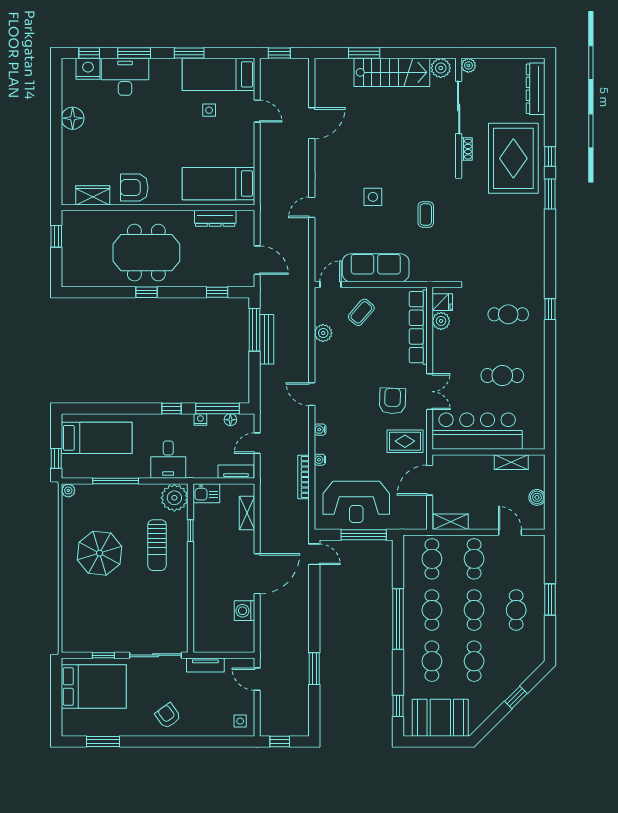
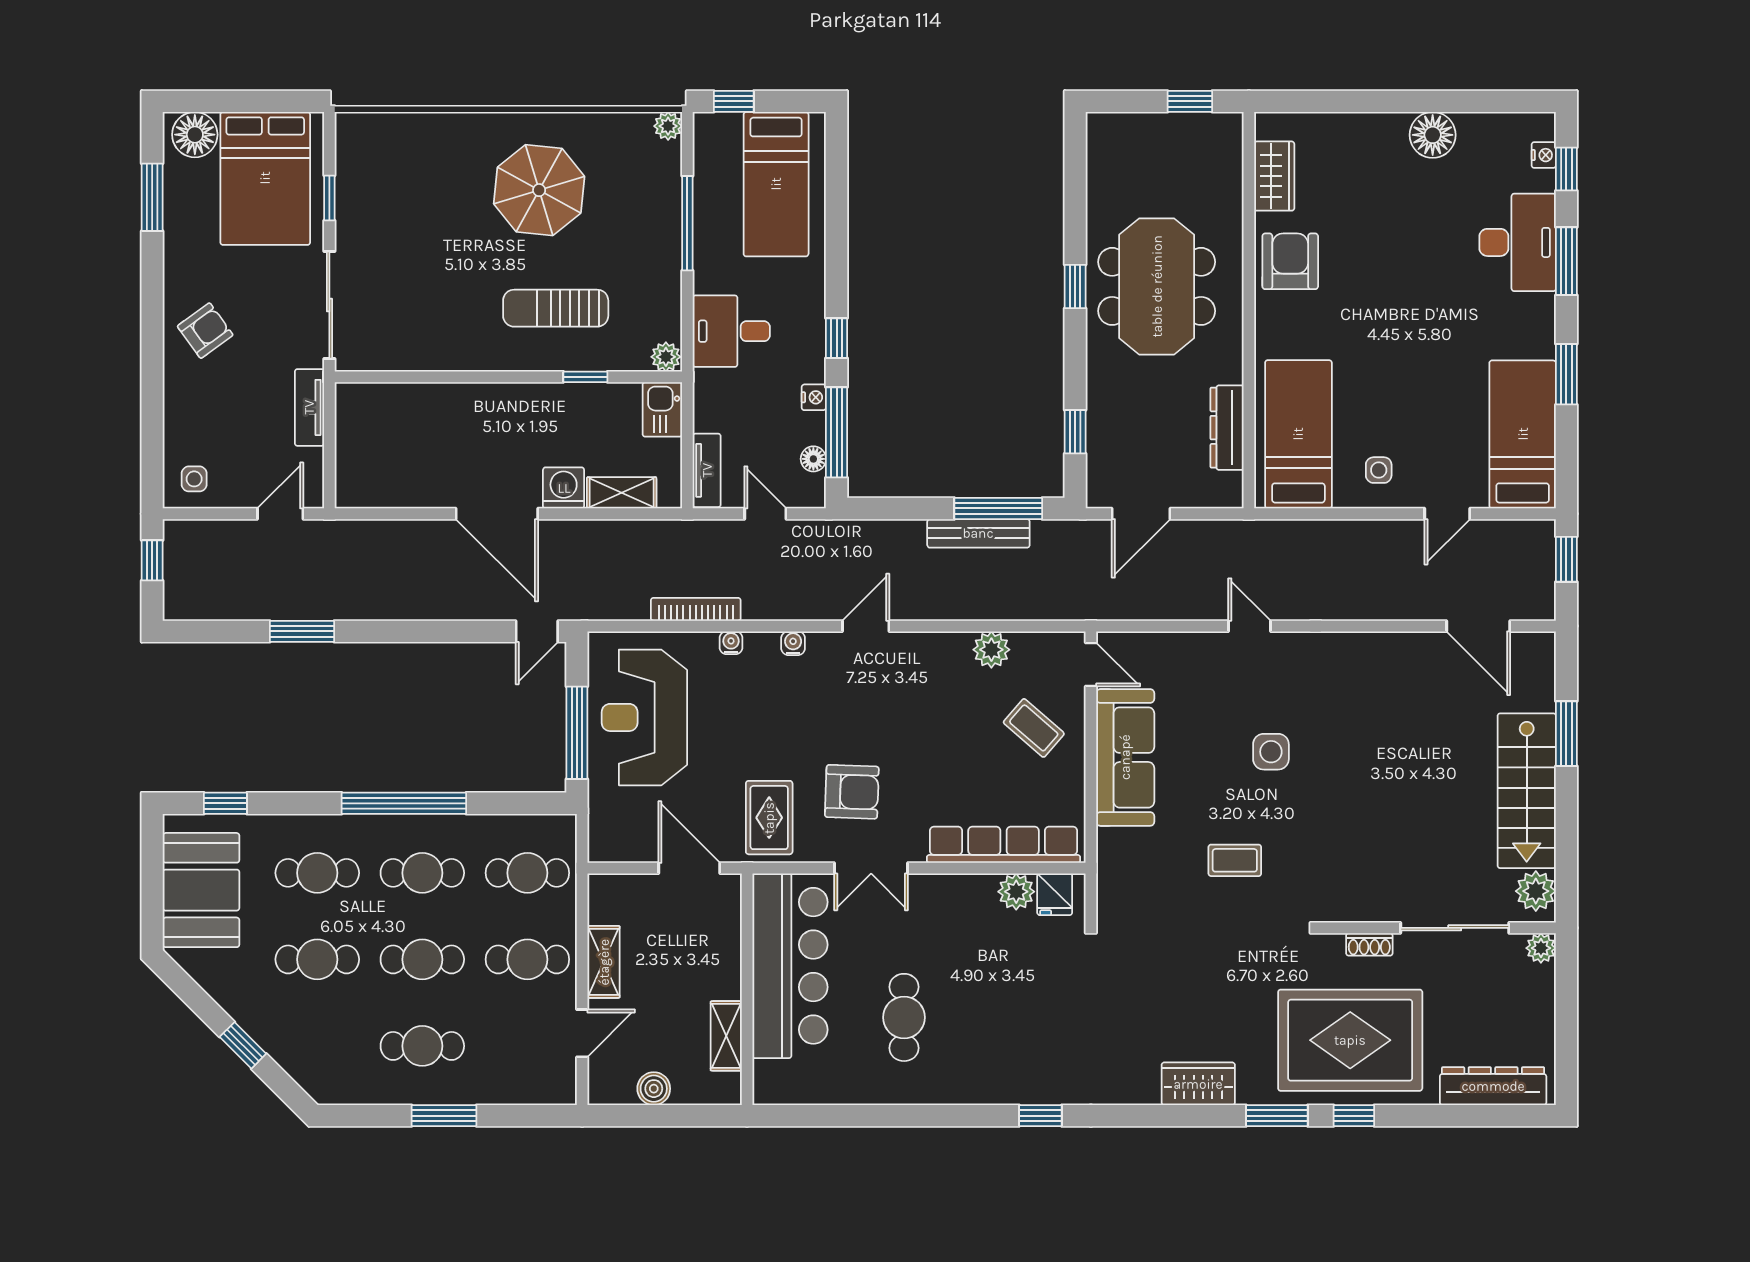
nightstand: (88, 69) -> (1544, 155), width x0.53, depth x0.56
side table: (209, 110) -> (1379, 470), moved
door: (312, 123) -> (1478, 626), moved
wardrobe: (535, 232) -> (1198, 1084), added
cafe table: (508, 314) -> (1030, 1030), removed
plant: (174, 498) -> (666, 357), width x0.53, depth x0.53
shelving: (451, 522) -> (604, 962), moved
washing machine: (244, 611) -> (564, 488), moved
floor lamp: (73, 721) -> (195, 135), added

